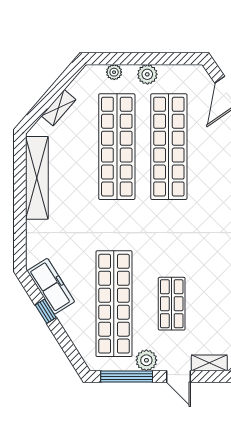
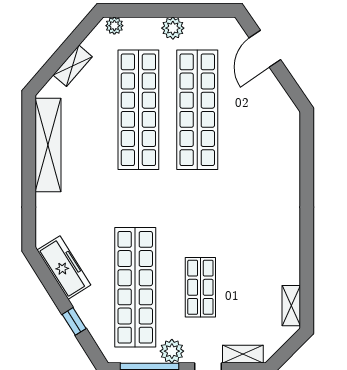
plant: (114, 72) -> (114, 26), moved
window: (46, 311) -> (74, 321), moved

